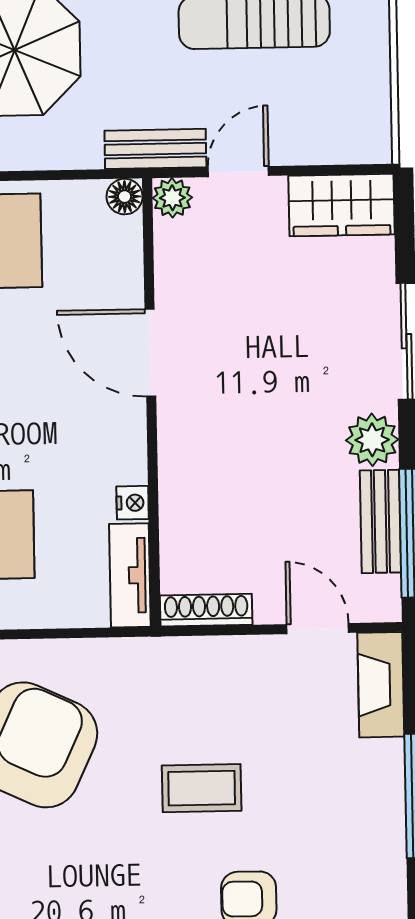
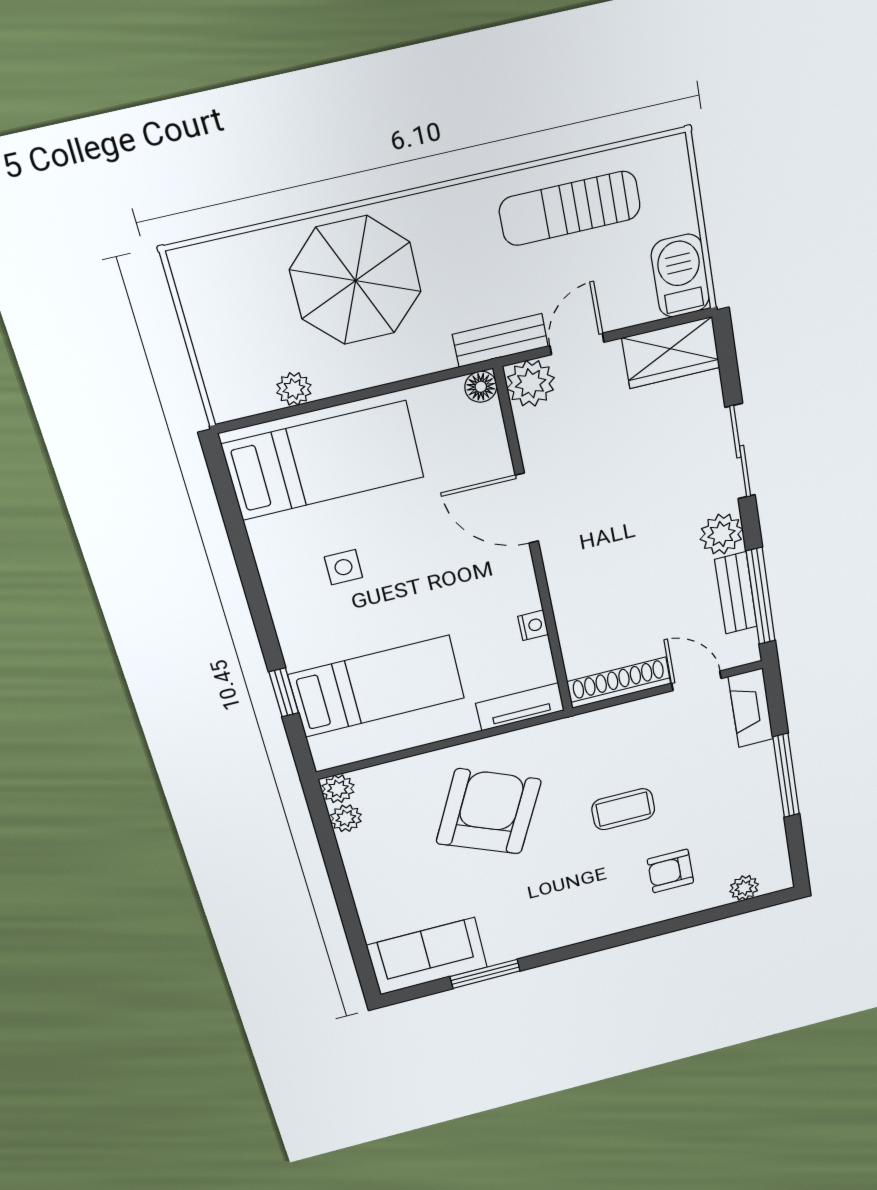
barbecue: (364, 120) -> (680, 276), added
plant: (172, 198) -> (531, 383), width x1.38, depth x1.38
tv unit: (130, 575) -> (520, 707), moved, turned 90
shoe rack: (206, 610) -> (619, 683), width x1.36, depth x1.24

